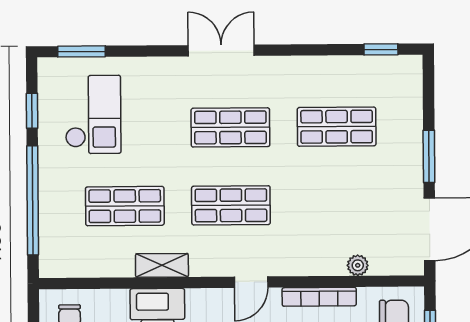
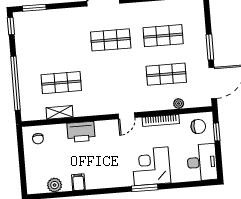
window: (32, 111) -> (11, 26), moved
checkout: (93, 114) -> (42, 38), removed
shop shelf: (231, 205) -> (166, 74), moved
shelving: (162, 265) -> (59, 112), moved

